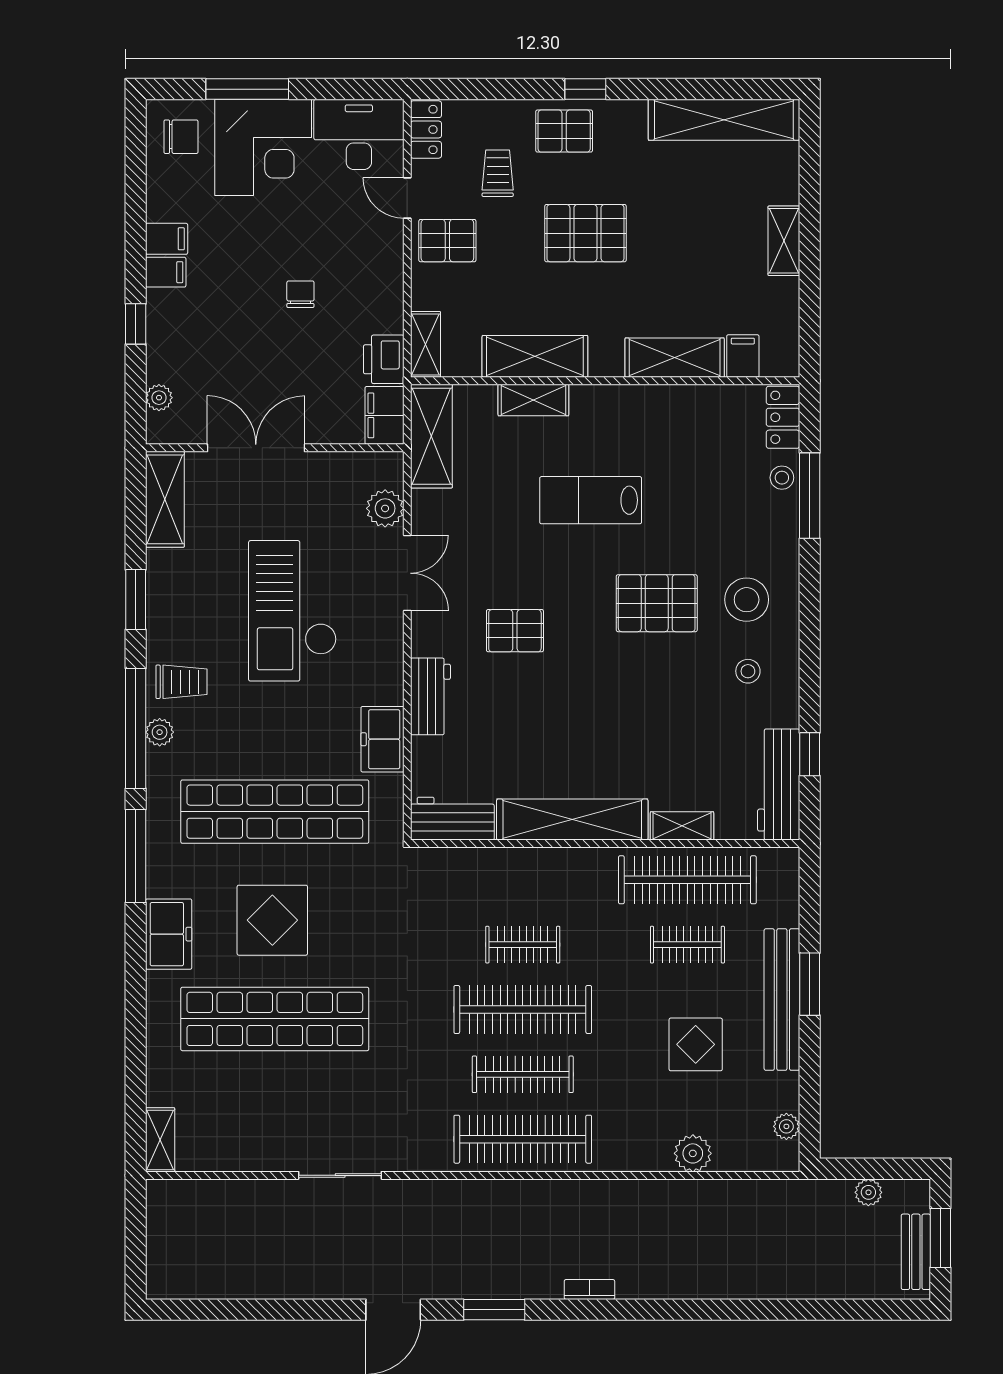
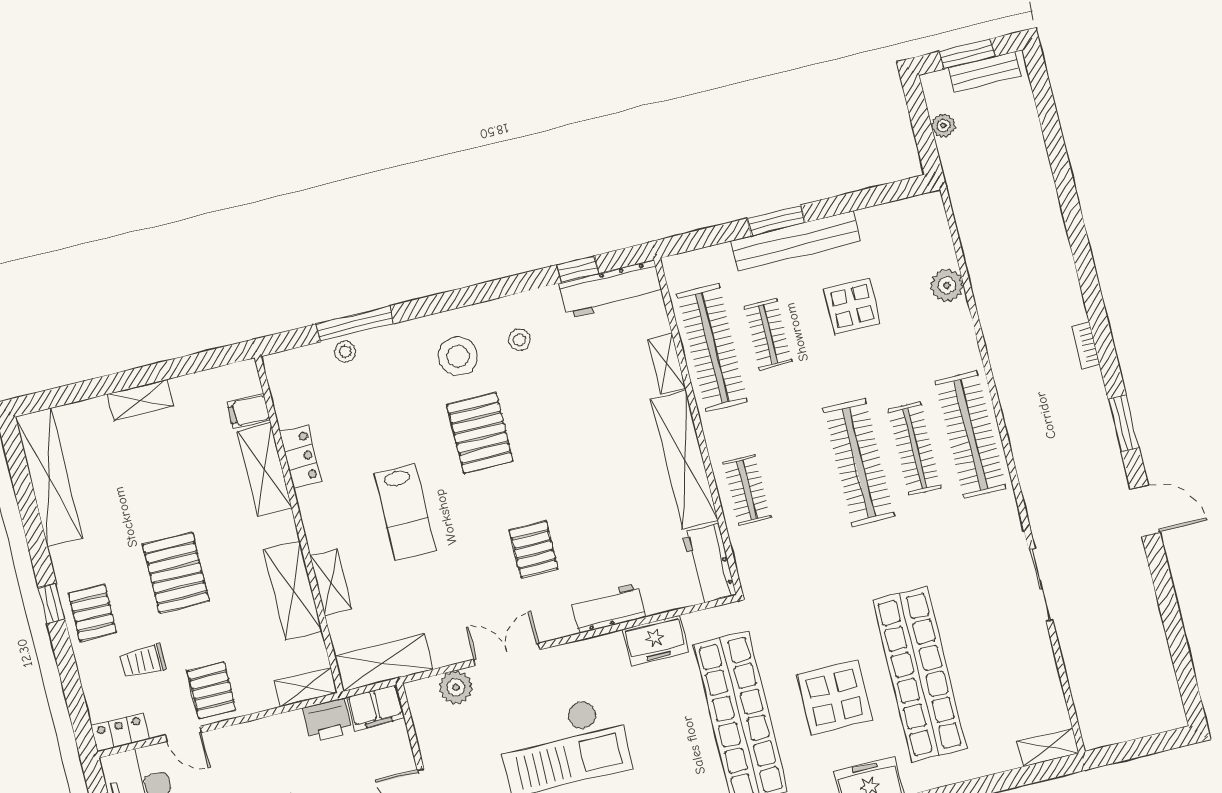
door: (407, 198) -> (183, 734), hinge flipped
locker: (783, 417) -> (301, 457), moved, turned -90
clothes rail: (523, 945) -> (747, 490), moved
plant: (786, 1126) -> (904, 210), removed

